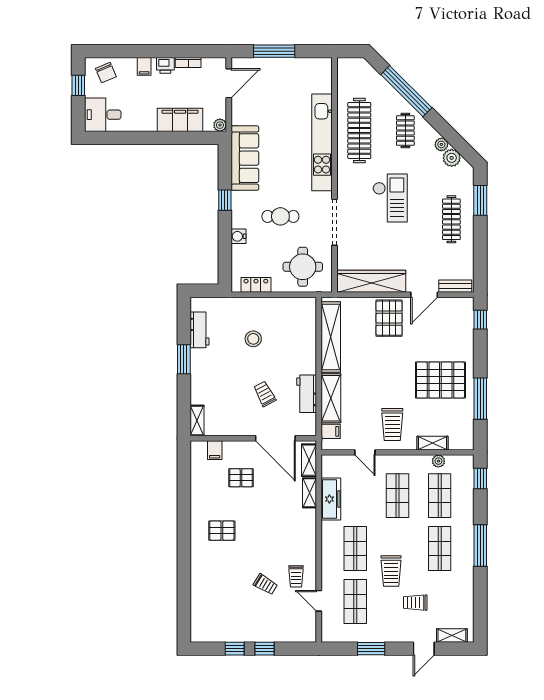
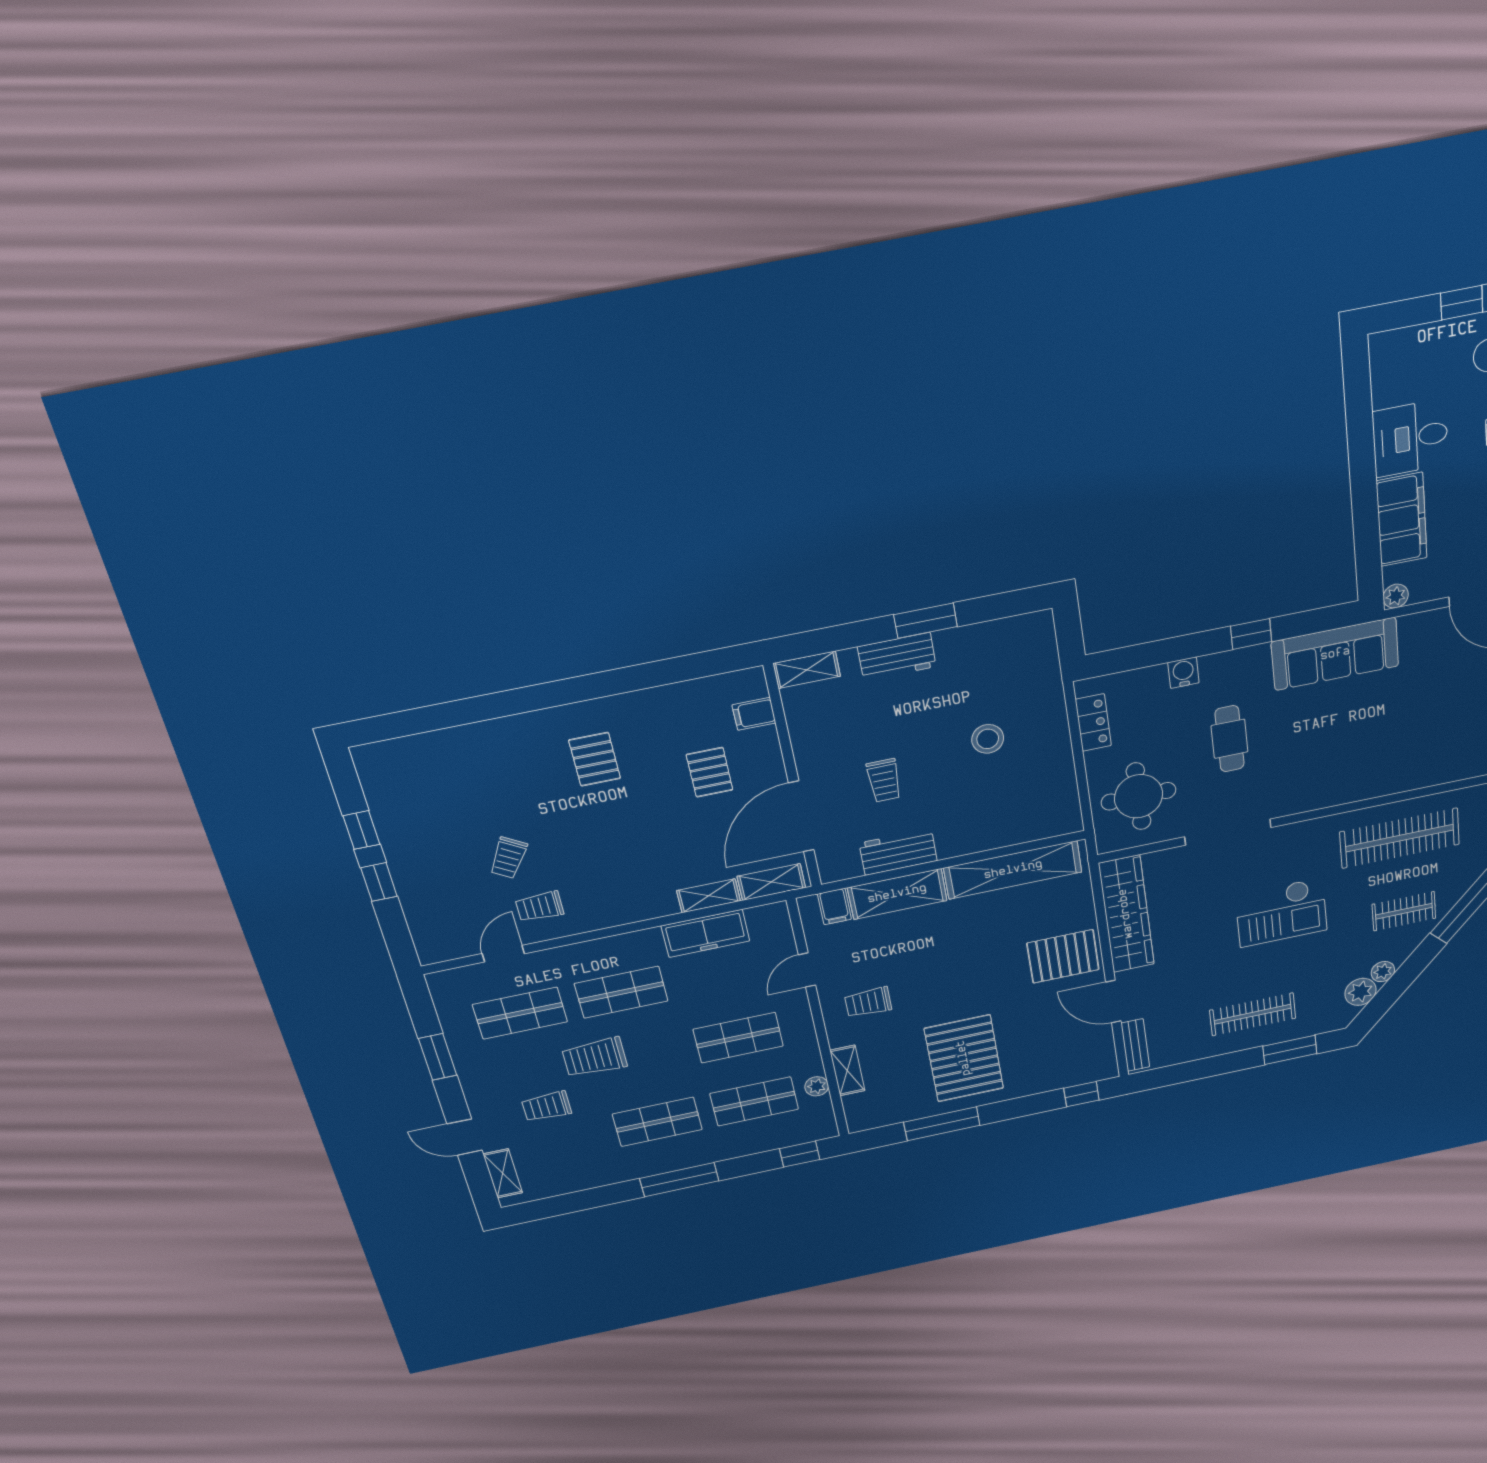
desk: (103, 115) -> (1410, 438), moved, turned -90
kitchen unit: (322, 142) -> (1374, 781), removed
workbench: (199, 330) -> (897, 657), moved
trolley: (265, 394) -> (884, 780), turned 118
trolley: (392, 425) -> (868, 1002), width x0.73, depth x0.72
trolley: (415, 603) -> (547, 1106), turned -90

